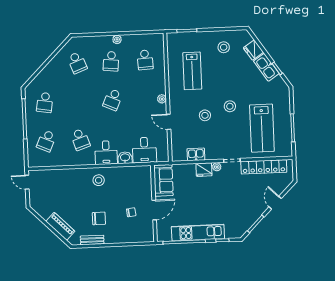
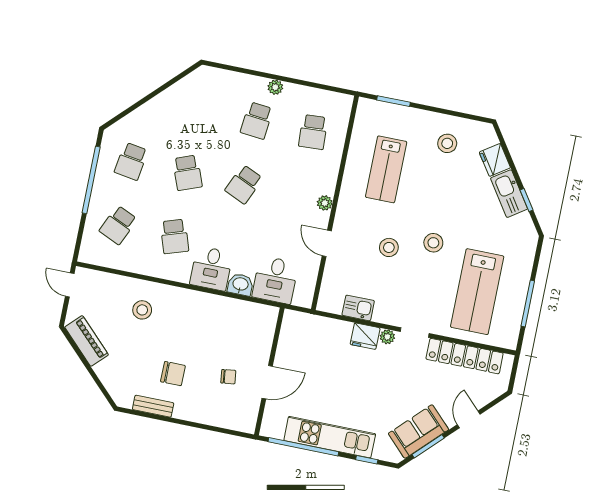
school desk: (77, 63) -> (187, 173), moved
stool: (99, 180) -> (142, 310), moved
sofa: (163, 180) -> (418, 432), moved, turned -135
piano: (60, 226) -> (87, 341), moved

